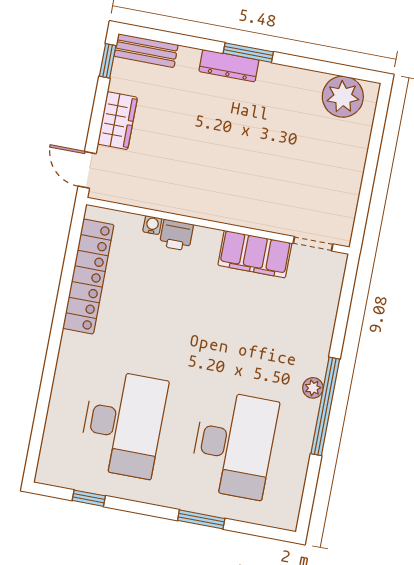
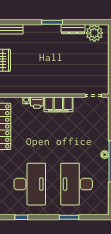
dresser: (229, 66) -> (73, 29), moved
filing cabinet: (255, 254) -> (58, 104), moved
desk: (234, 445) -> (77, 184), turned 180

